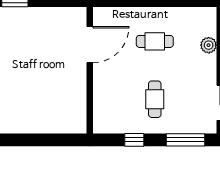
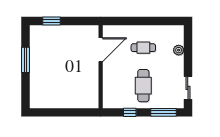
cafe table: (155, 99) -> (143, 86), width x1.37, depth x1.35

